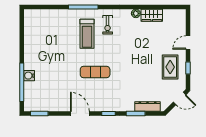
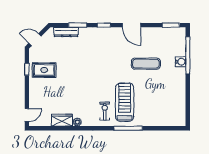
treadmill: (87, 34) -> (125, 102), width x1.37, depth x1.38
door: (188, 42) -> (27, 115), moved
rug: (170, 67) -> (44, 70), turned 90
exercise mat: (95, 72) -> (146, 64), moved

